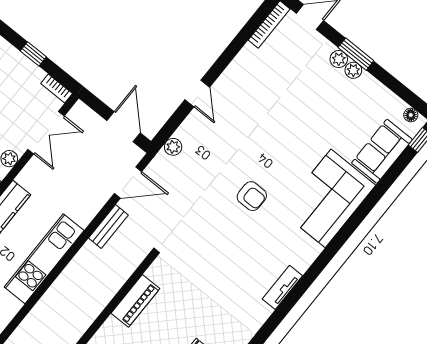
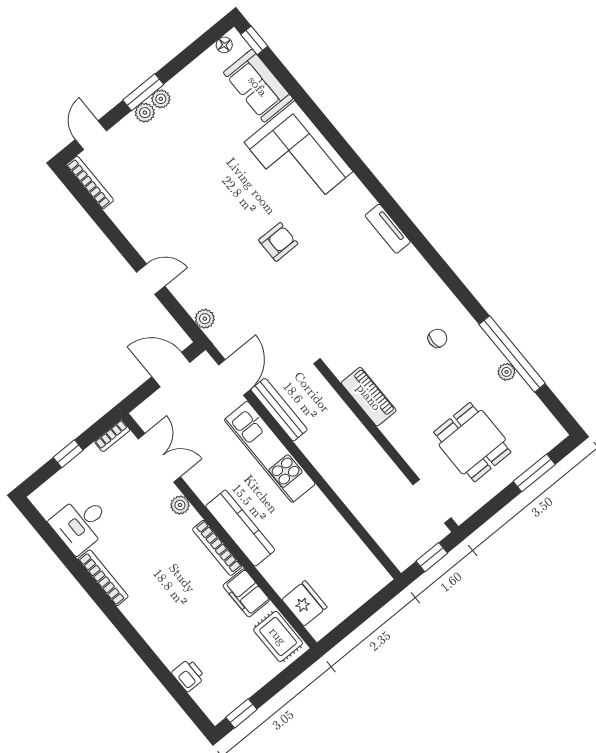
bench: (108, 227) -> (279, 410), width x1.36
kitchen unit: (44, 259) -> (270, 452), moved

